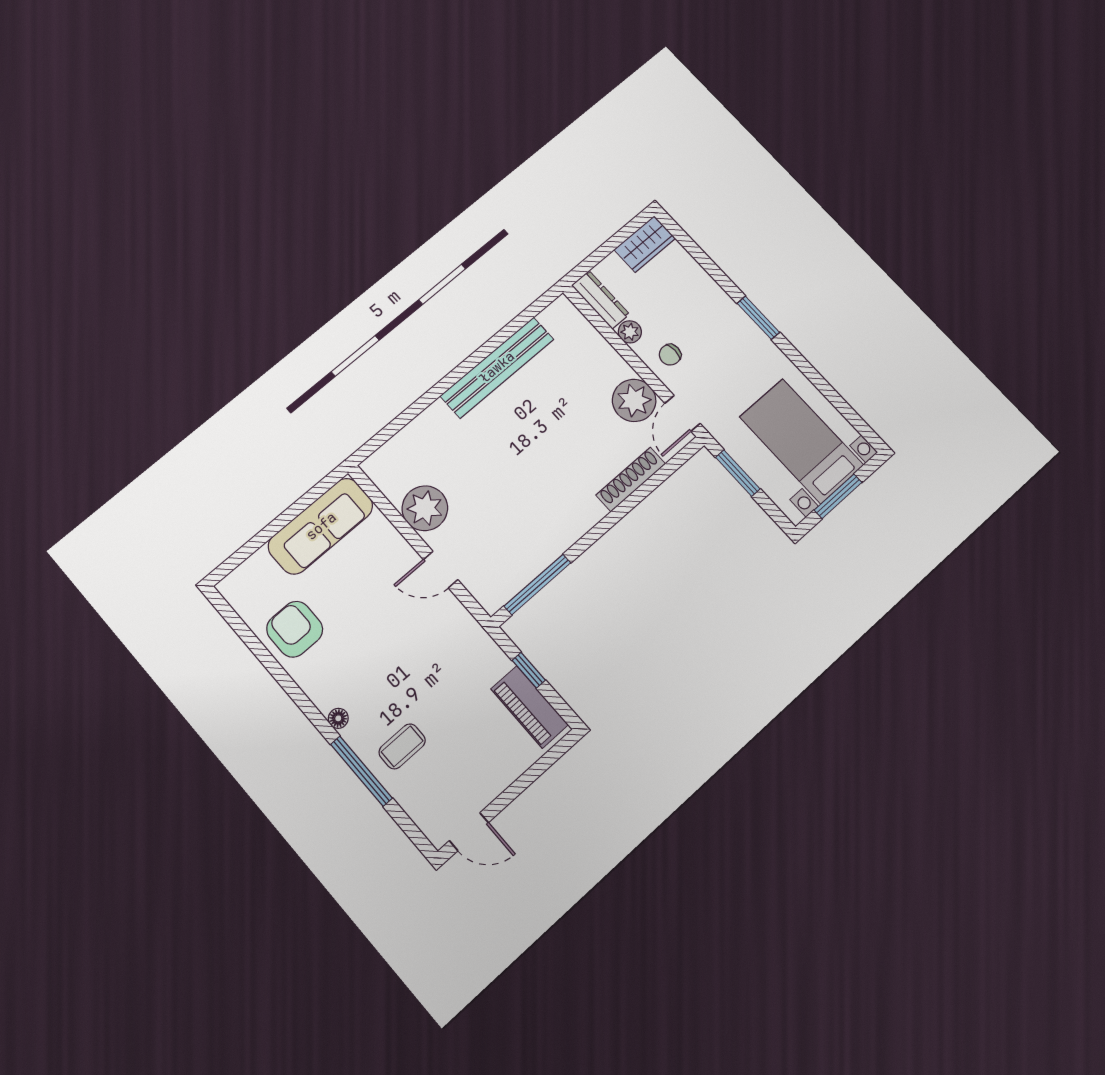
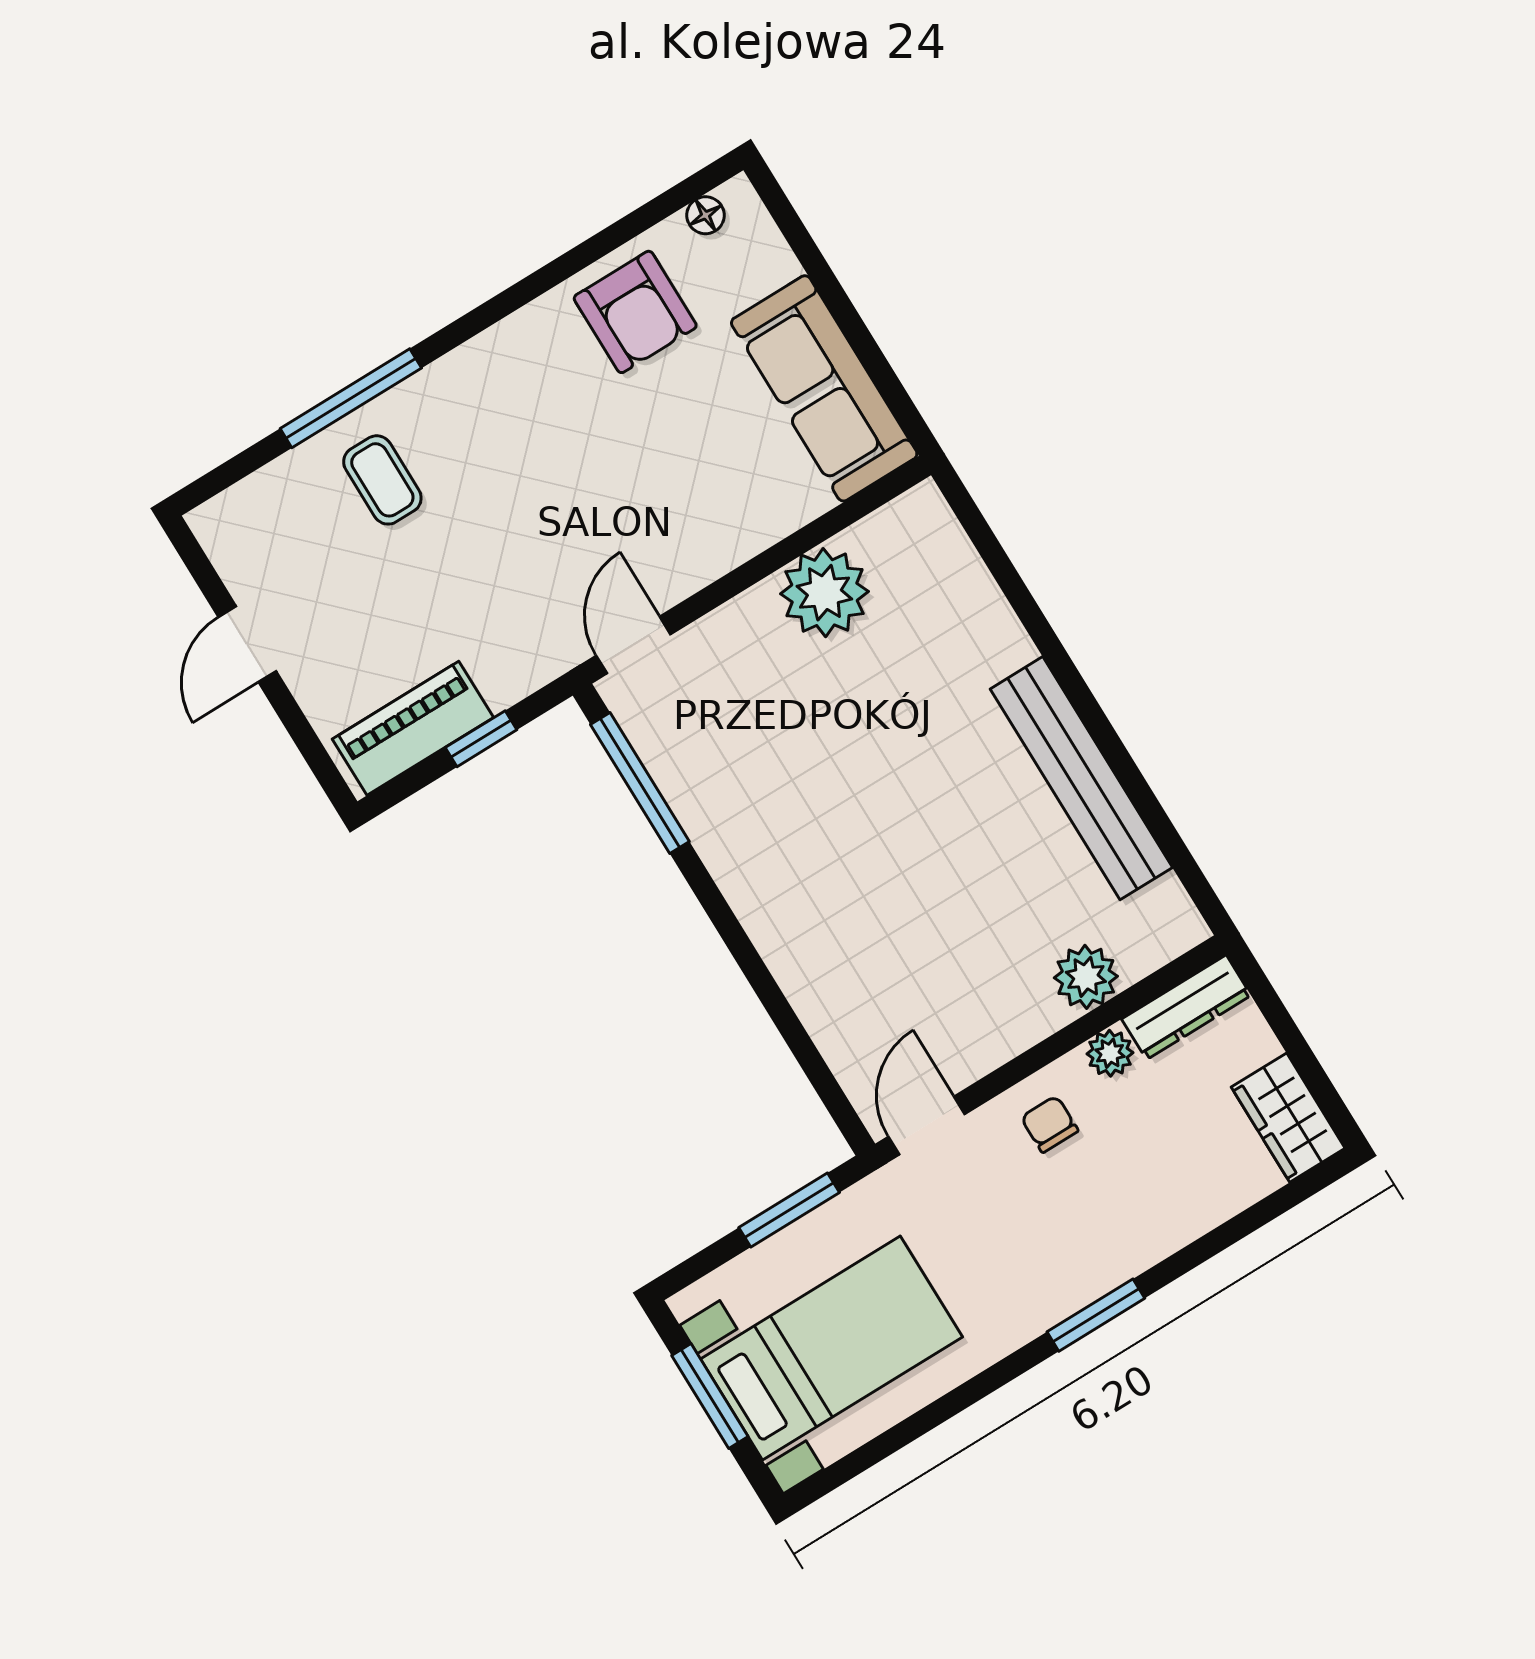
plant: (634, 400) -> (1086, 977), moved, width x0.73, depth x0.73
door: (682, 413) -> (927, 1125), hinge flipped
shoe rack: (631, 479) -> (813, 999), removed
door: (441, 570) -> (633, 645), moved
armchair: (295, 629) -> (635, 312), turned 90
floor lamp: (338, 718) -> (705, 215), moved
door: (469, 832) -> (247, 644), moved

